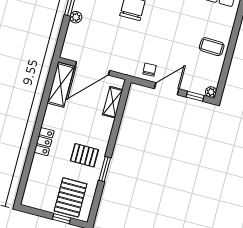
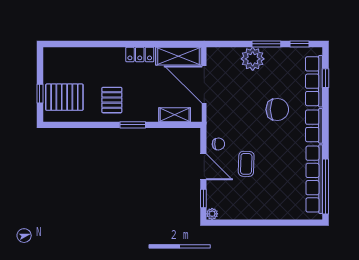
plant: (76, 17) -> (253, 59), width x1.88, depth x1.88
coffee table: (212, 47) -> (246, 164), moved
locker: (44, 142) -> (140, 54), moved
window: (105, 169) -> (133, 125), moved

